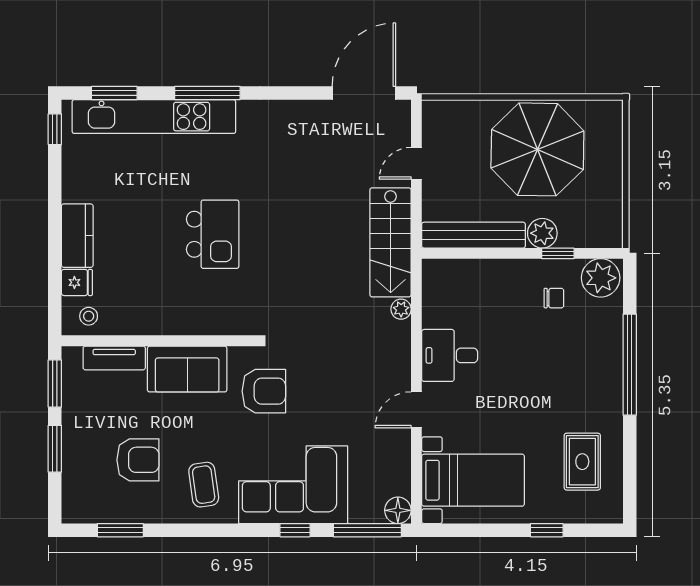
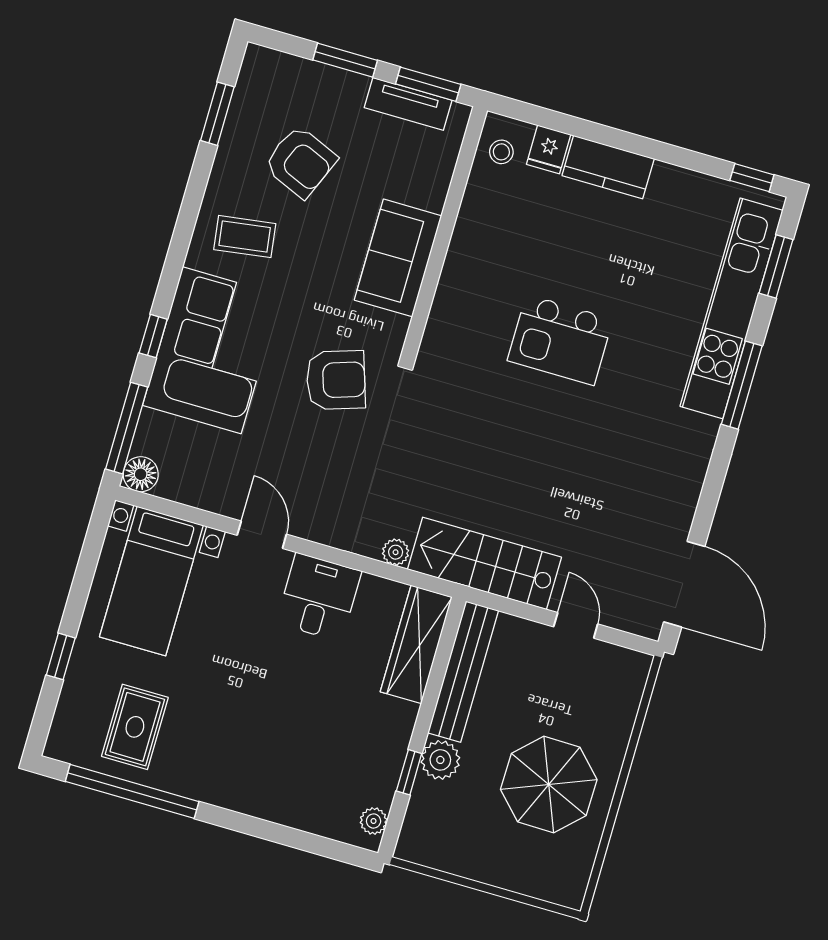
parasol: (537, 149) -> (549, 785), width x0.73, depth x0.73
wardrobe: (464, 275) -> (416, 644), added
plant: (601, 278) -> (374, 821), width x0.53, depth x0.53
chair: (554, 298) -> (354, 751), removed
tv unit: (114, 358) -> (408, 104), moved, turned -90
window: (630, 365) -> (132, 791), moved
armchair: (264, 391) -> (336, 380), moved, turned -108
armchair: (138, 460) -> (300, 162), turned -67
rug: (582, 462) -> (135, 727), turned 90

